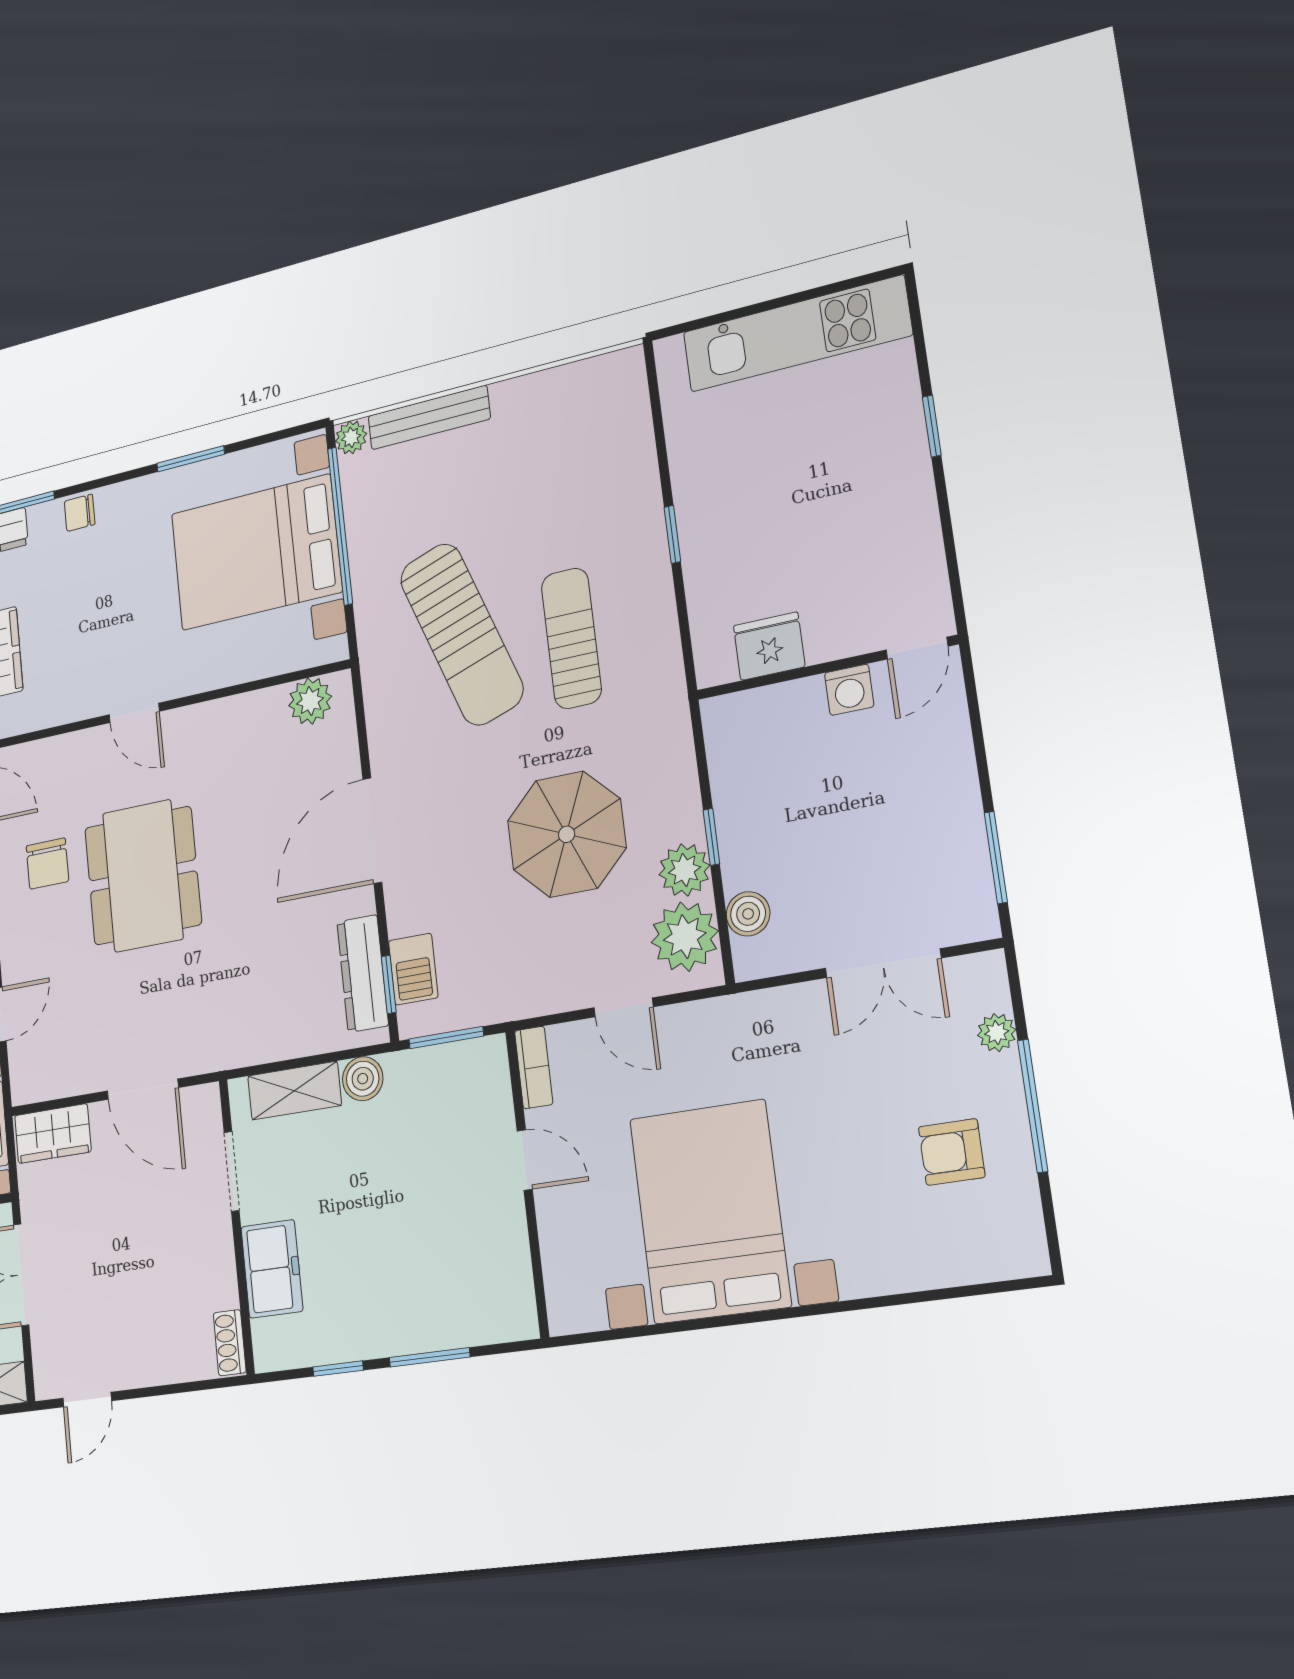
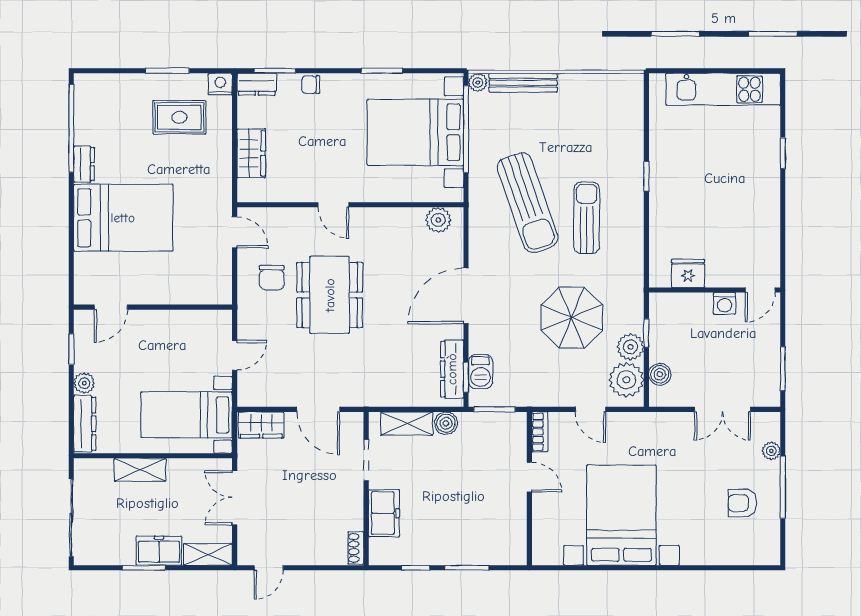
fridge: (769, 646) -> (688, 273), moved
door: (917, 648) -> (760, 290), moved
wall: (826, 668) -> (715, 290), moved
washing machine: (849, 690) -> (725, 303), moved

